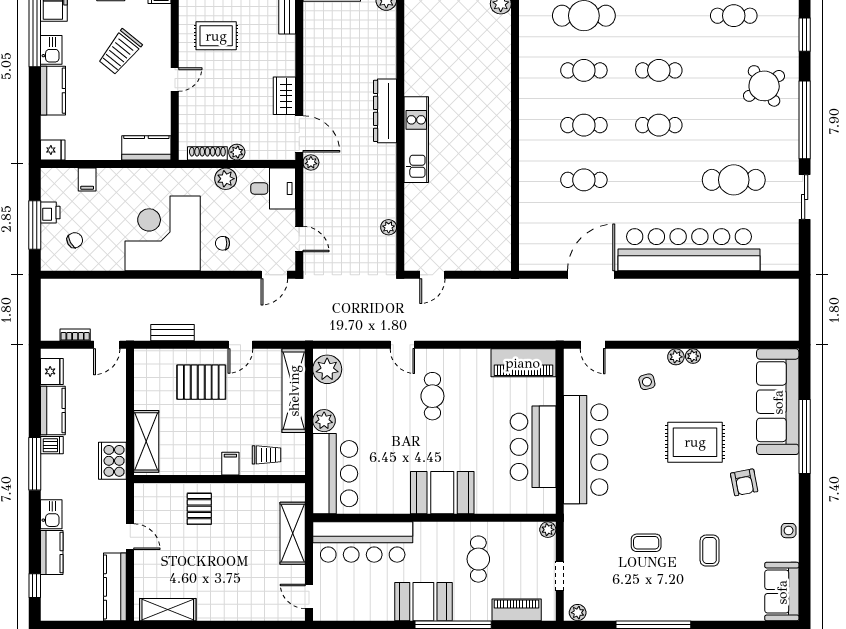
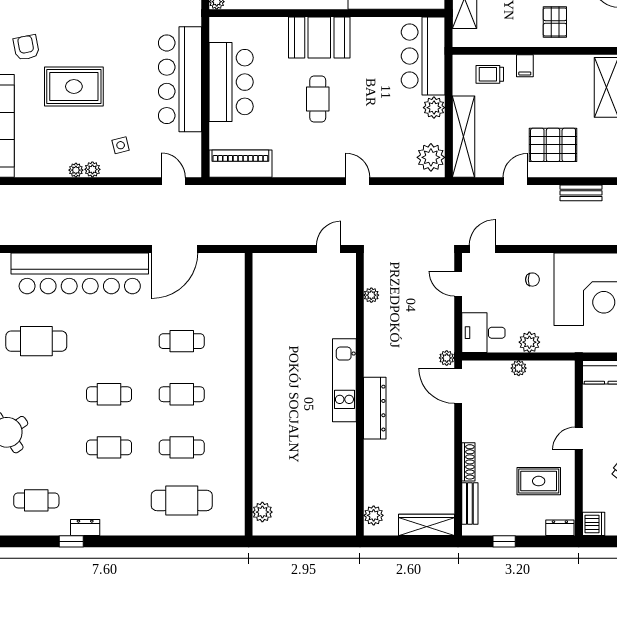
wardrobe: (284, 96) -> (472, 423), removed
shoe rack: (207, 153) -> (468, 462), moved, turned -90
cafe table: (432, 396) -> (318, 99), moved

